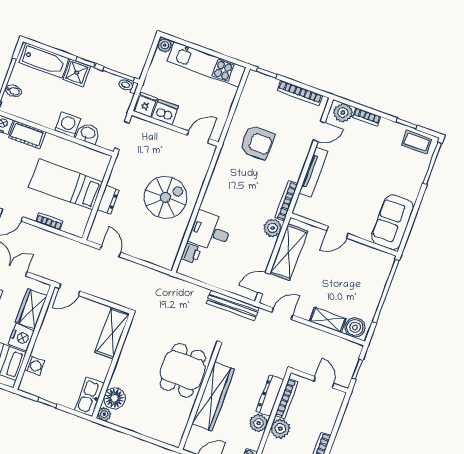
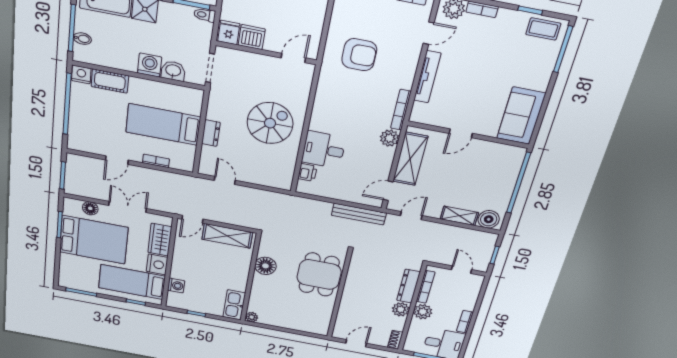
shelving: (112, 333) -> (227, 236), moved, turned 90
wardrobe: (213, 397) -> (353, 293), removed
floor lamp: (114, 398) -> (265, 266), moved

